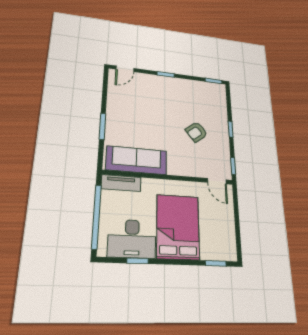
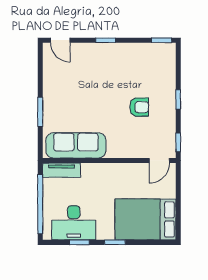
door: (125, 69) -> (60, 40), hinge flipped
armchair: (196, 132) -> (139, 107), turned -142
door: (217, 181) -> (159, 161), hinge flipped
bed: (178, 227) -> (145, 219), moved, turned -90
window: (216, 263) -> (115, 242), moved

